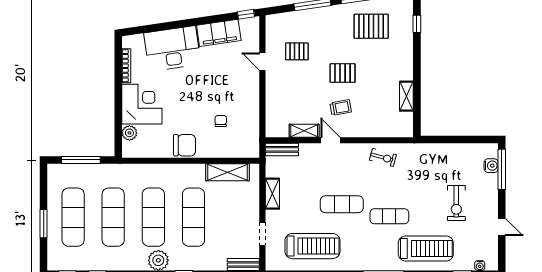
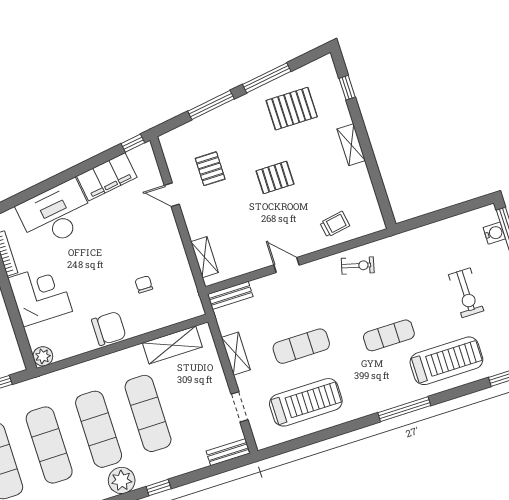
pallet: (297, 51) -> (210, 169), turned 90
shelving: (406, 96) -> (351, 145), moved
trolley: (341, 108) -> (335, 224), moved
shelving: (304, 131) -> (205, 257), moved, turned 90
plant: (129, 133) -> (43, 356), moved
exercise mat: (342, 204) -> (301, 346), moved

